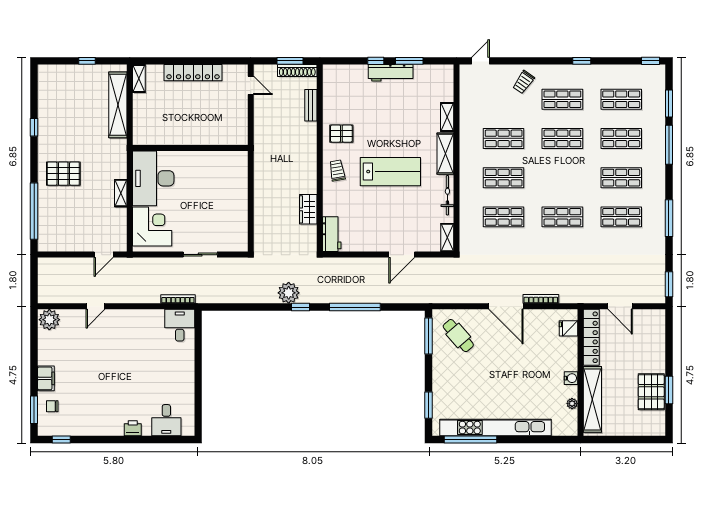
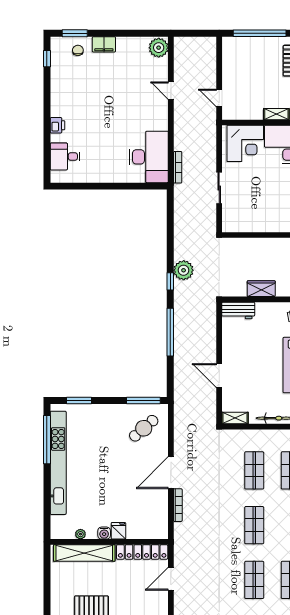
desk: (180, 325) -> (149, 157), width x1.87, depth x1.30
fridge: (568, 328) -> (118, 531), moved

